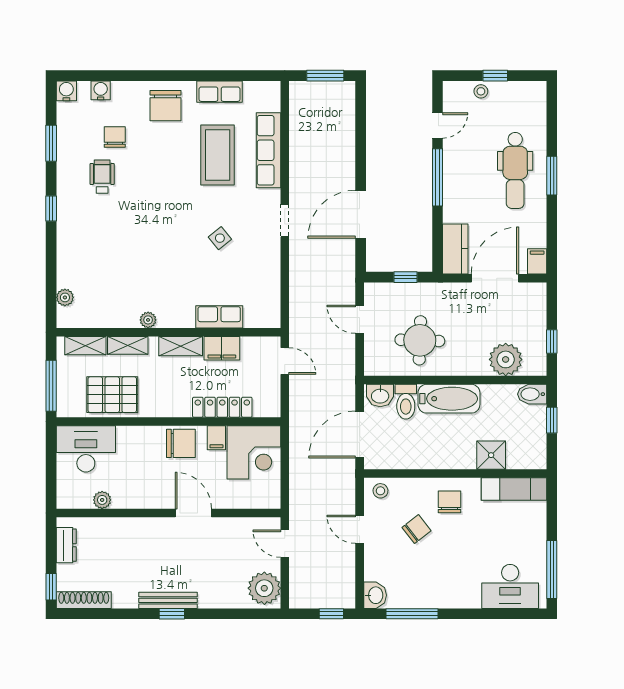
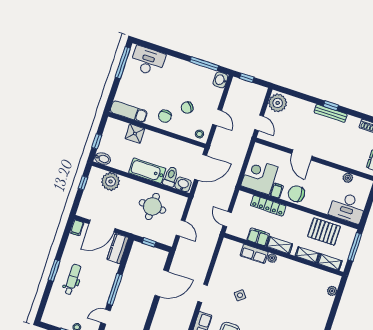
dental chair: (515, 170) -> (73, 279), width x0.73, depth x0.72
plant: (148, 320) -> (272, 258), moved

